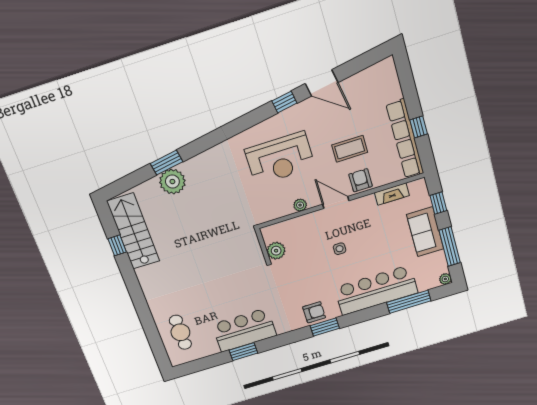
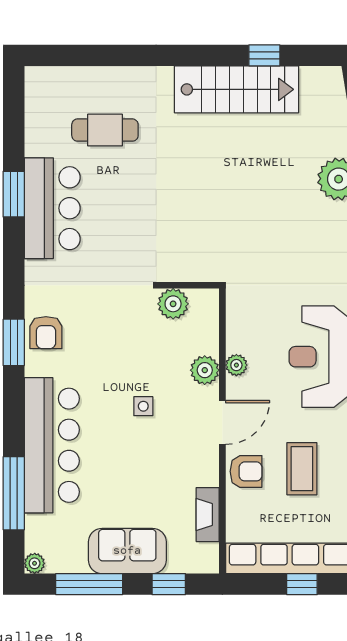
plant: (309, 222) -> (205, 370), added
stairs: (133, 231) -> (236, 89), moved
cafe table: (180, 332) -> (105, 130), moved

